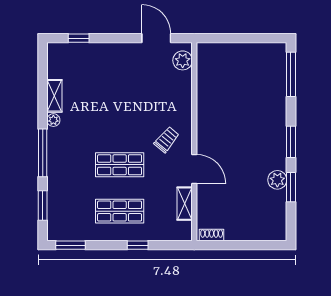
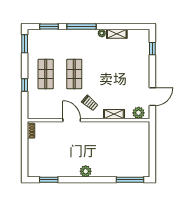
window: (291, 142) -> (88, 180), removed
door: (194, 169) -> (72, 120), swing flipped
plant: (277, 180) -> (86, 171), moved
window: (291, 187) -> (49, 180), moved
shelving: (185, 204) -> (114, 114), moved

